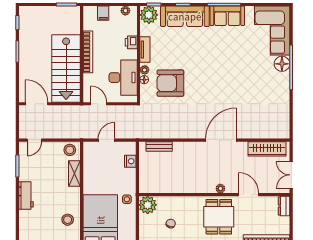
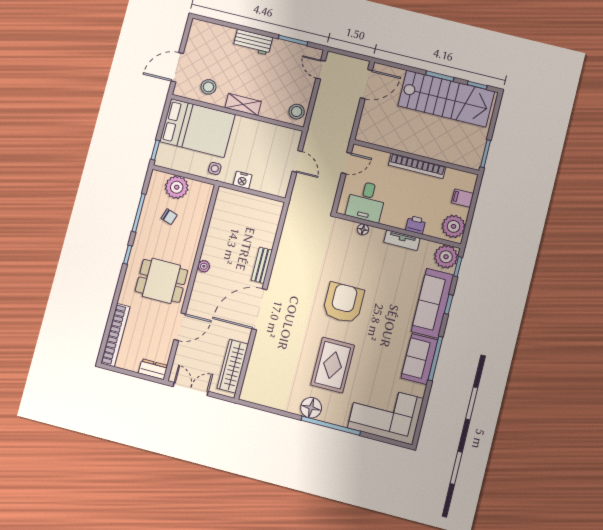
plant: (125, 11) -> (454, 226), width x1.88, depth x1.88
floor lamp: (282, 64) -> (311, 408), moved
stairs: (66, 68) -> (446, 99), moved, turned 180
plant: (145, 70) -> (375, 233), removed
rug: (248, 77) -> (333, 365), added
desk: (123, 78) -> (366, 201), width x0.73
armchair: (170, 83) -> (343, 303), moved
door: (221, 140) -> (259, 309), swing flipped
bench: (159, 147) -> (262, 265), moved
nightstand: (130, 161) -> (242, 180), moved
shelving: (74, 174) -> (243, 105), moved
plant: (220, 189) -> (204, 266), moved
plant: (148, 205) -> (177, 187), moved

